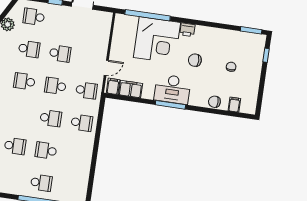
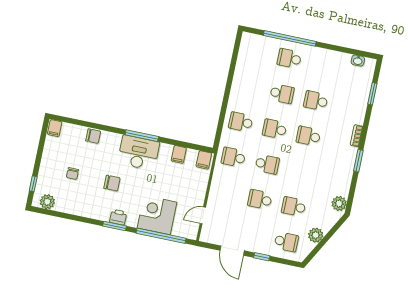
window: (251, 30) -> (115, 226), moved
corner desk: (157, 40) -> (157, 215), width x0.74, depth x0.74
plant: (252, 40) -> (47, 202), added
door: (106, 68) -> (203, 215), moved
school desk: (24, 81) -> (308, 136), moved, turned 180
filing cabinet: (131, 89) -> (179, 154), width x0.50
filing cabinet: (234, 105) -> (55, 128), moved

